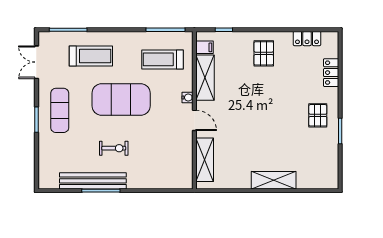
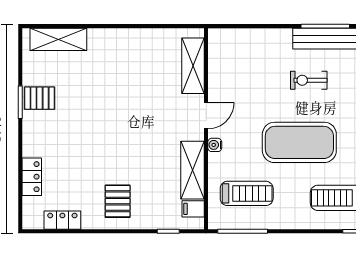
pallet: (318, 115) -> (40, 98), moved, turned 90
door: (194, 120) -> (206, 116), swing flipped
shelving: (274, 180) -> (58, 39), moved

